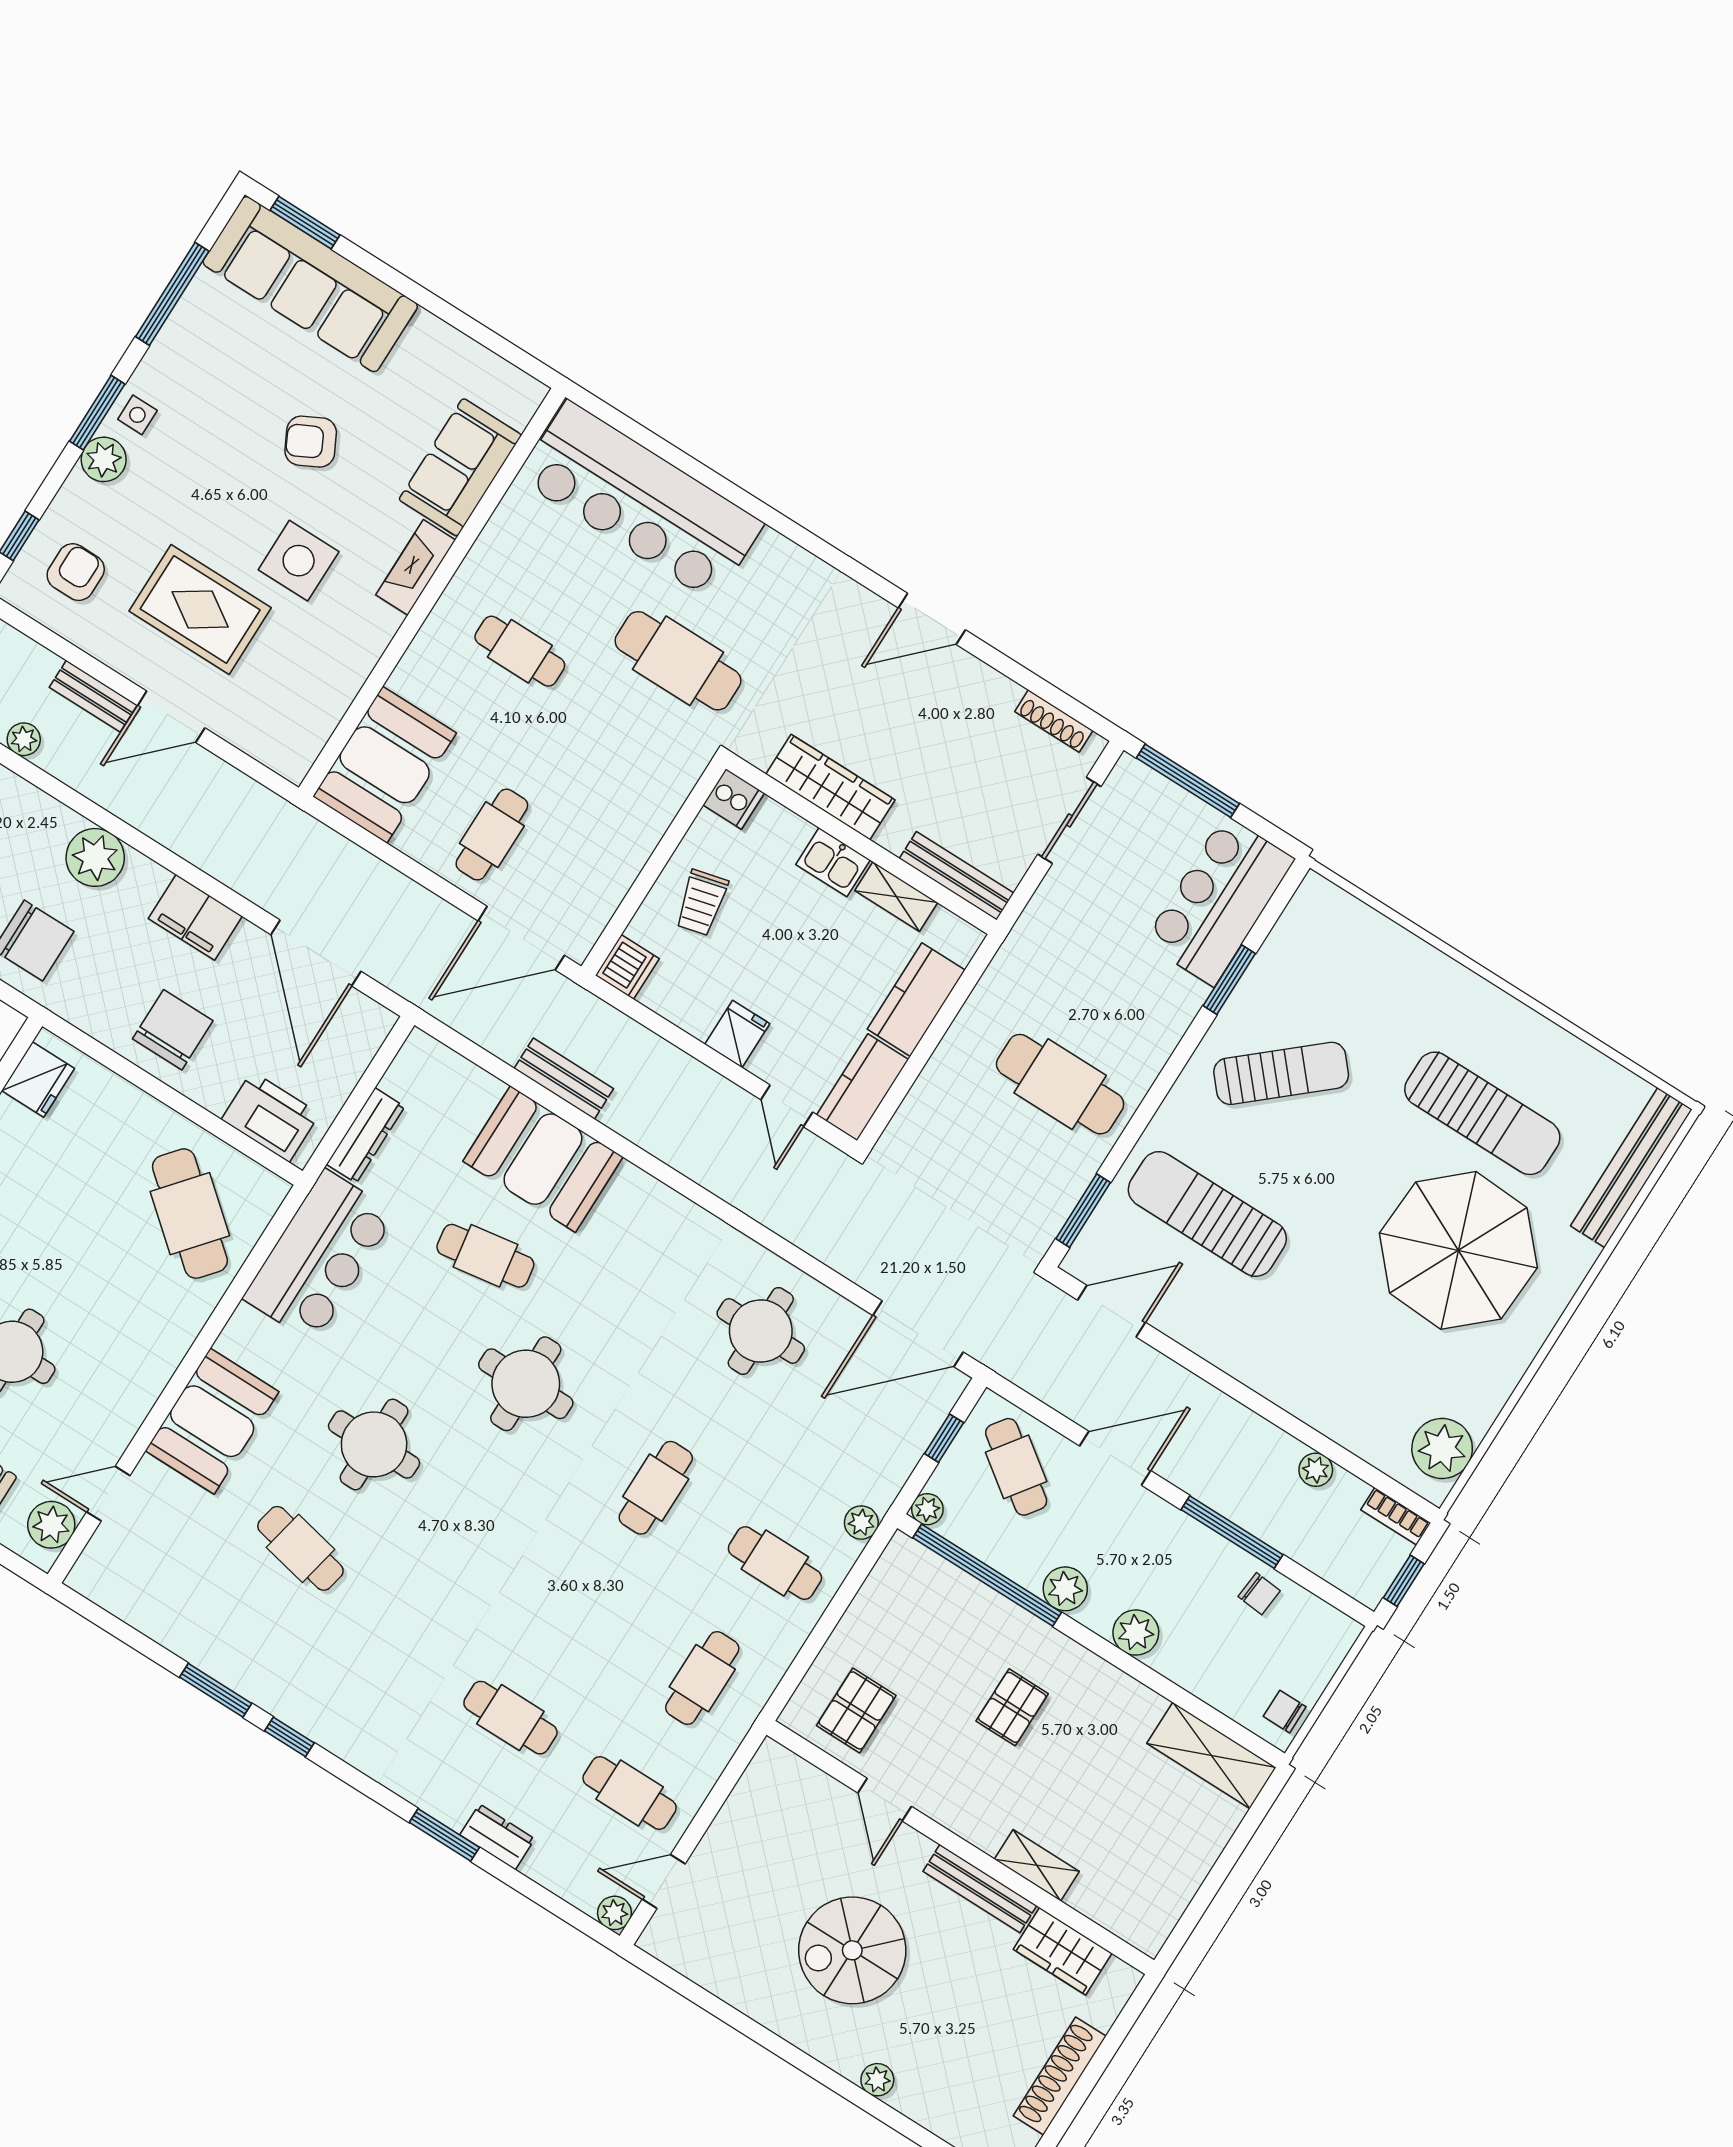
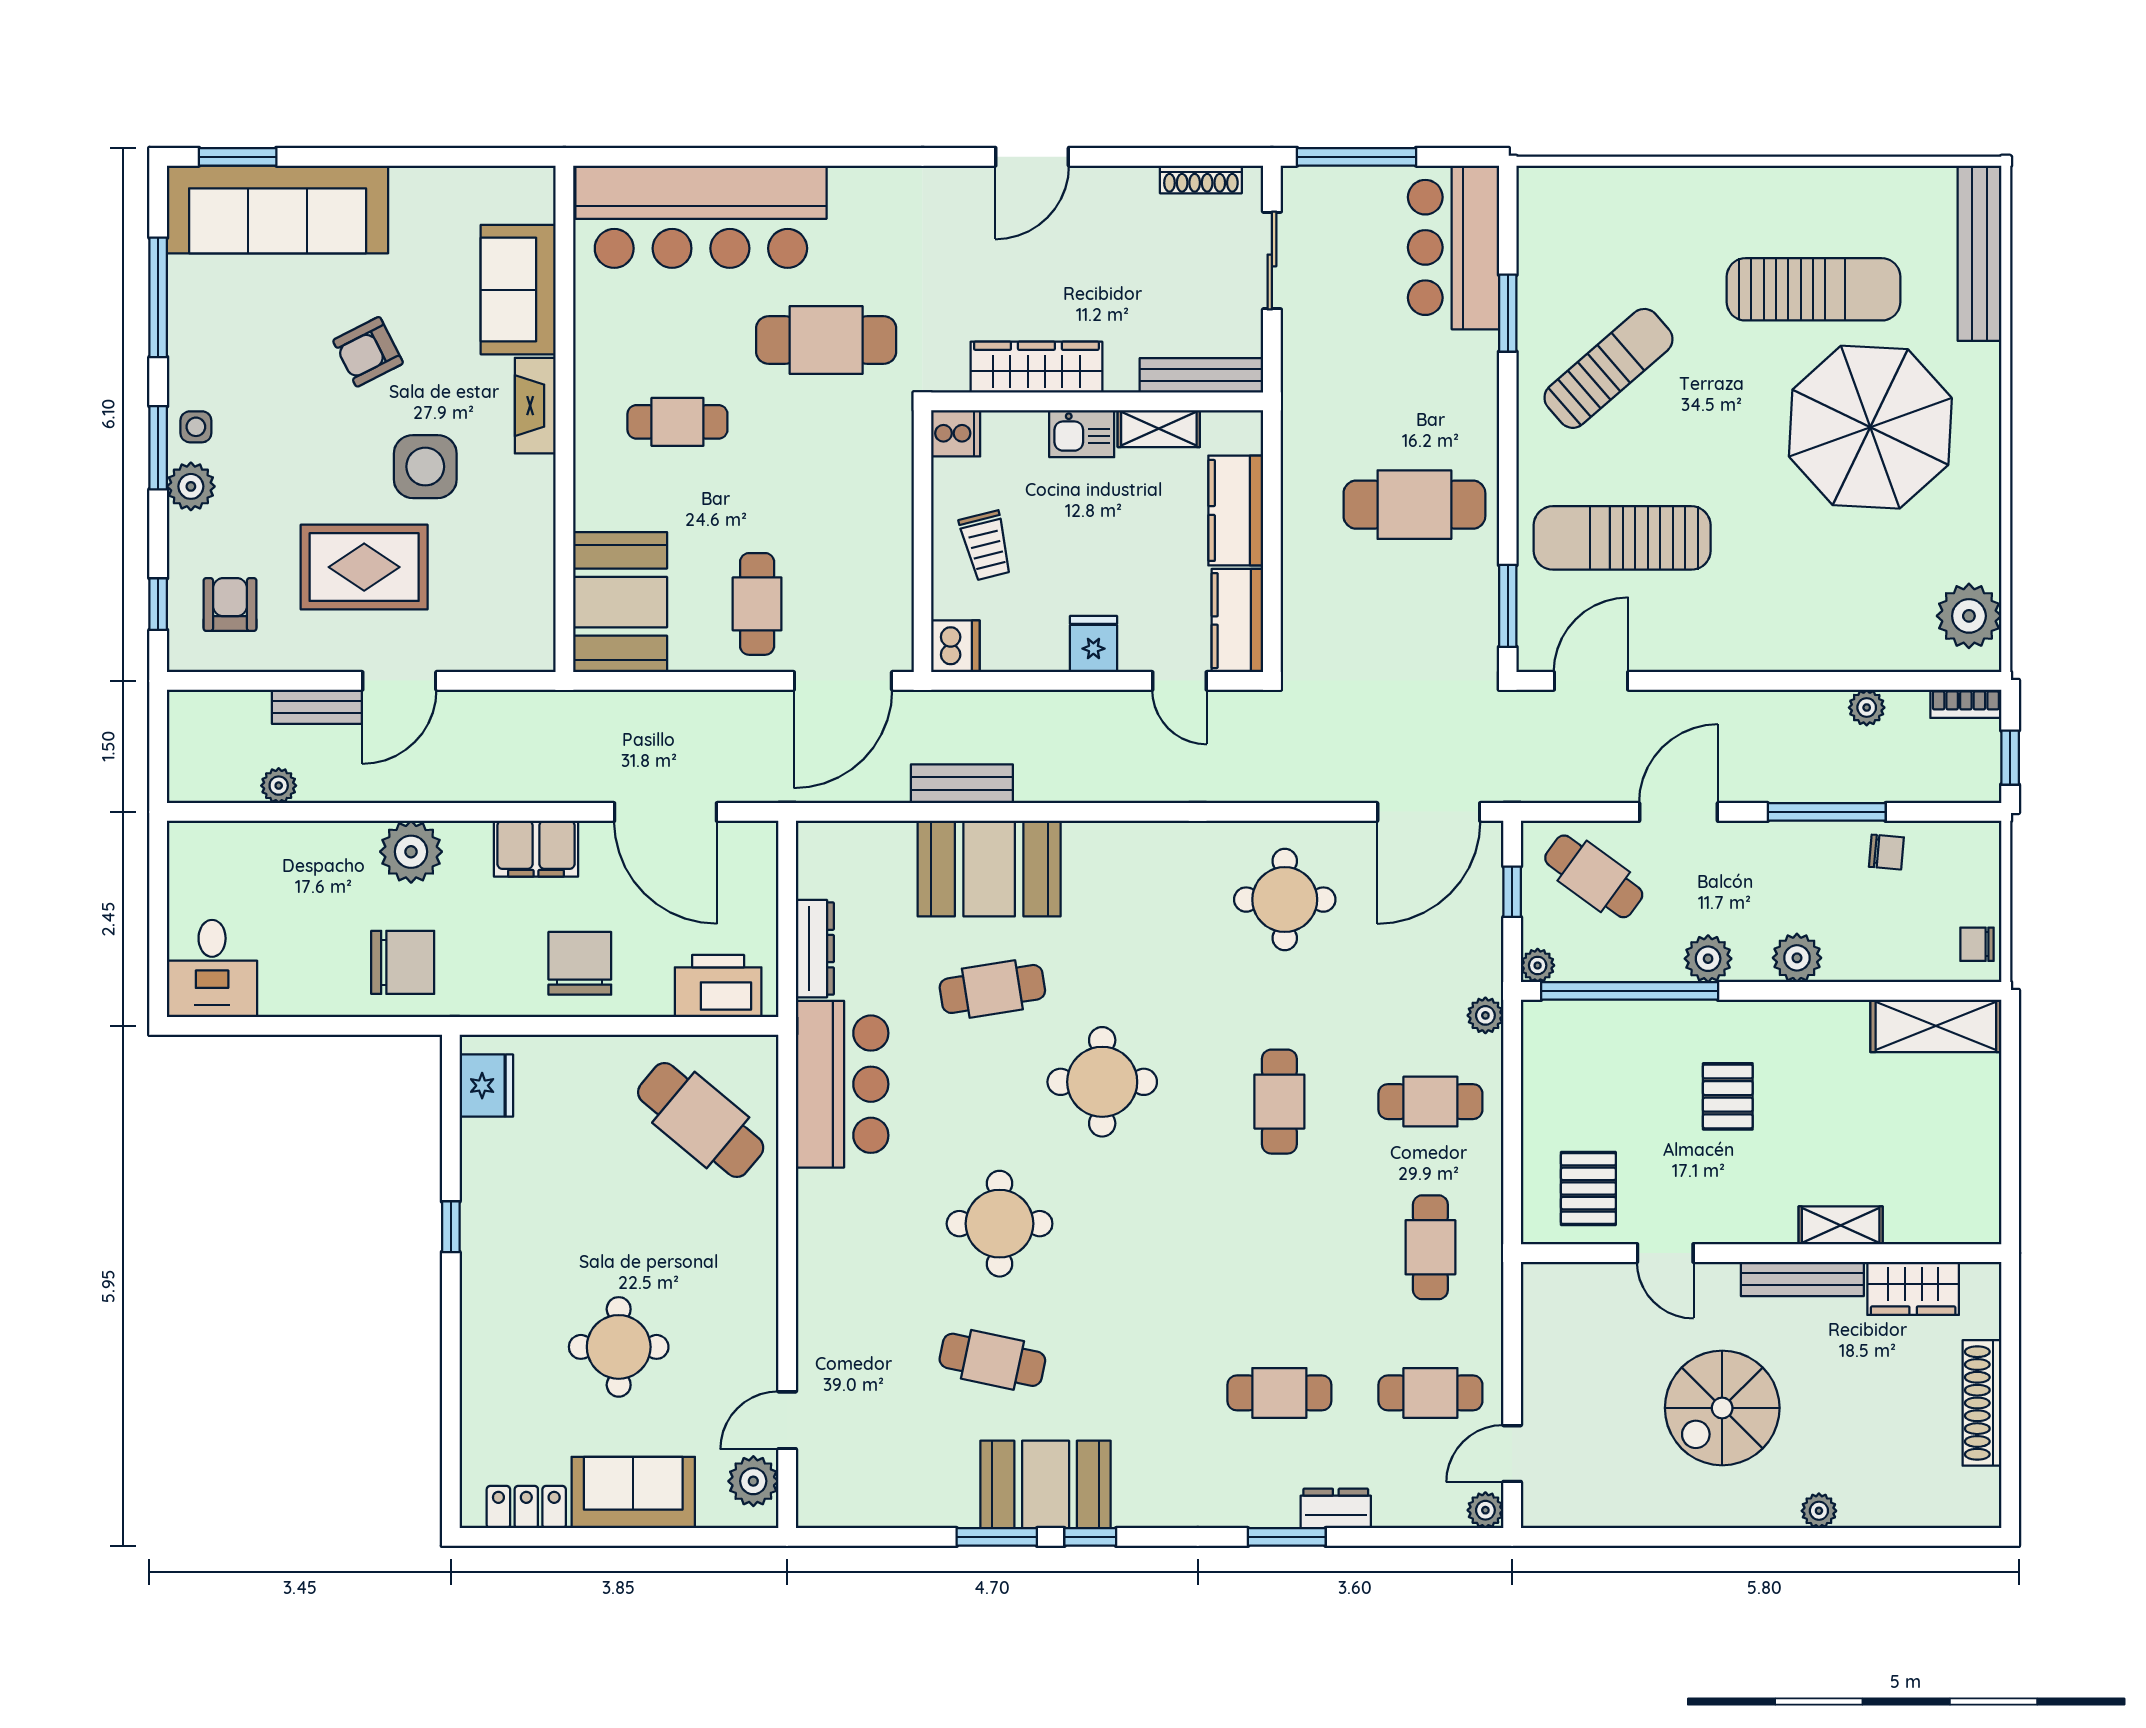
booth: (212, 1421) -> (1046, 1484), moved, turned 90

